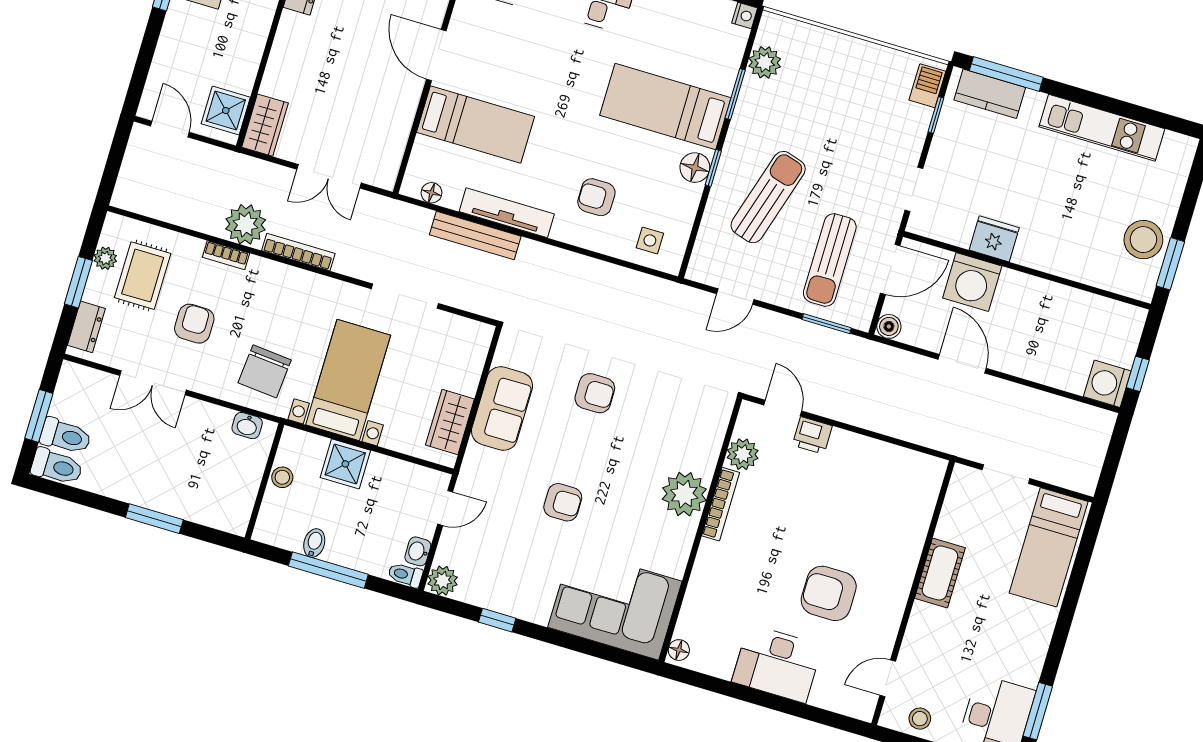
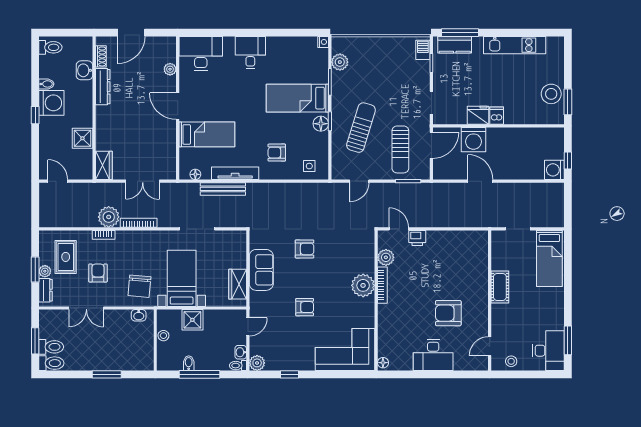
shower: (226, 111) -> (82, 138), moved
dishwasher: (1029, 250) -> (497, 116), added
plant: (105, 258) -> (45, 271), moved
boiler: (889, 326) -> (439, 173), removed

